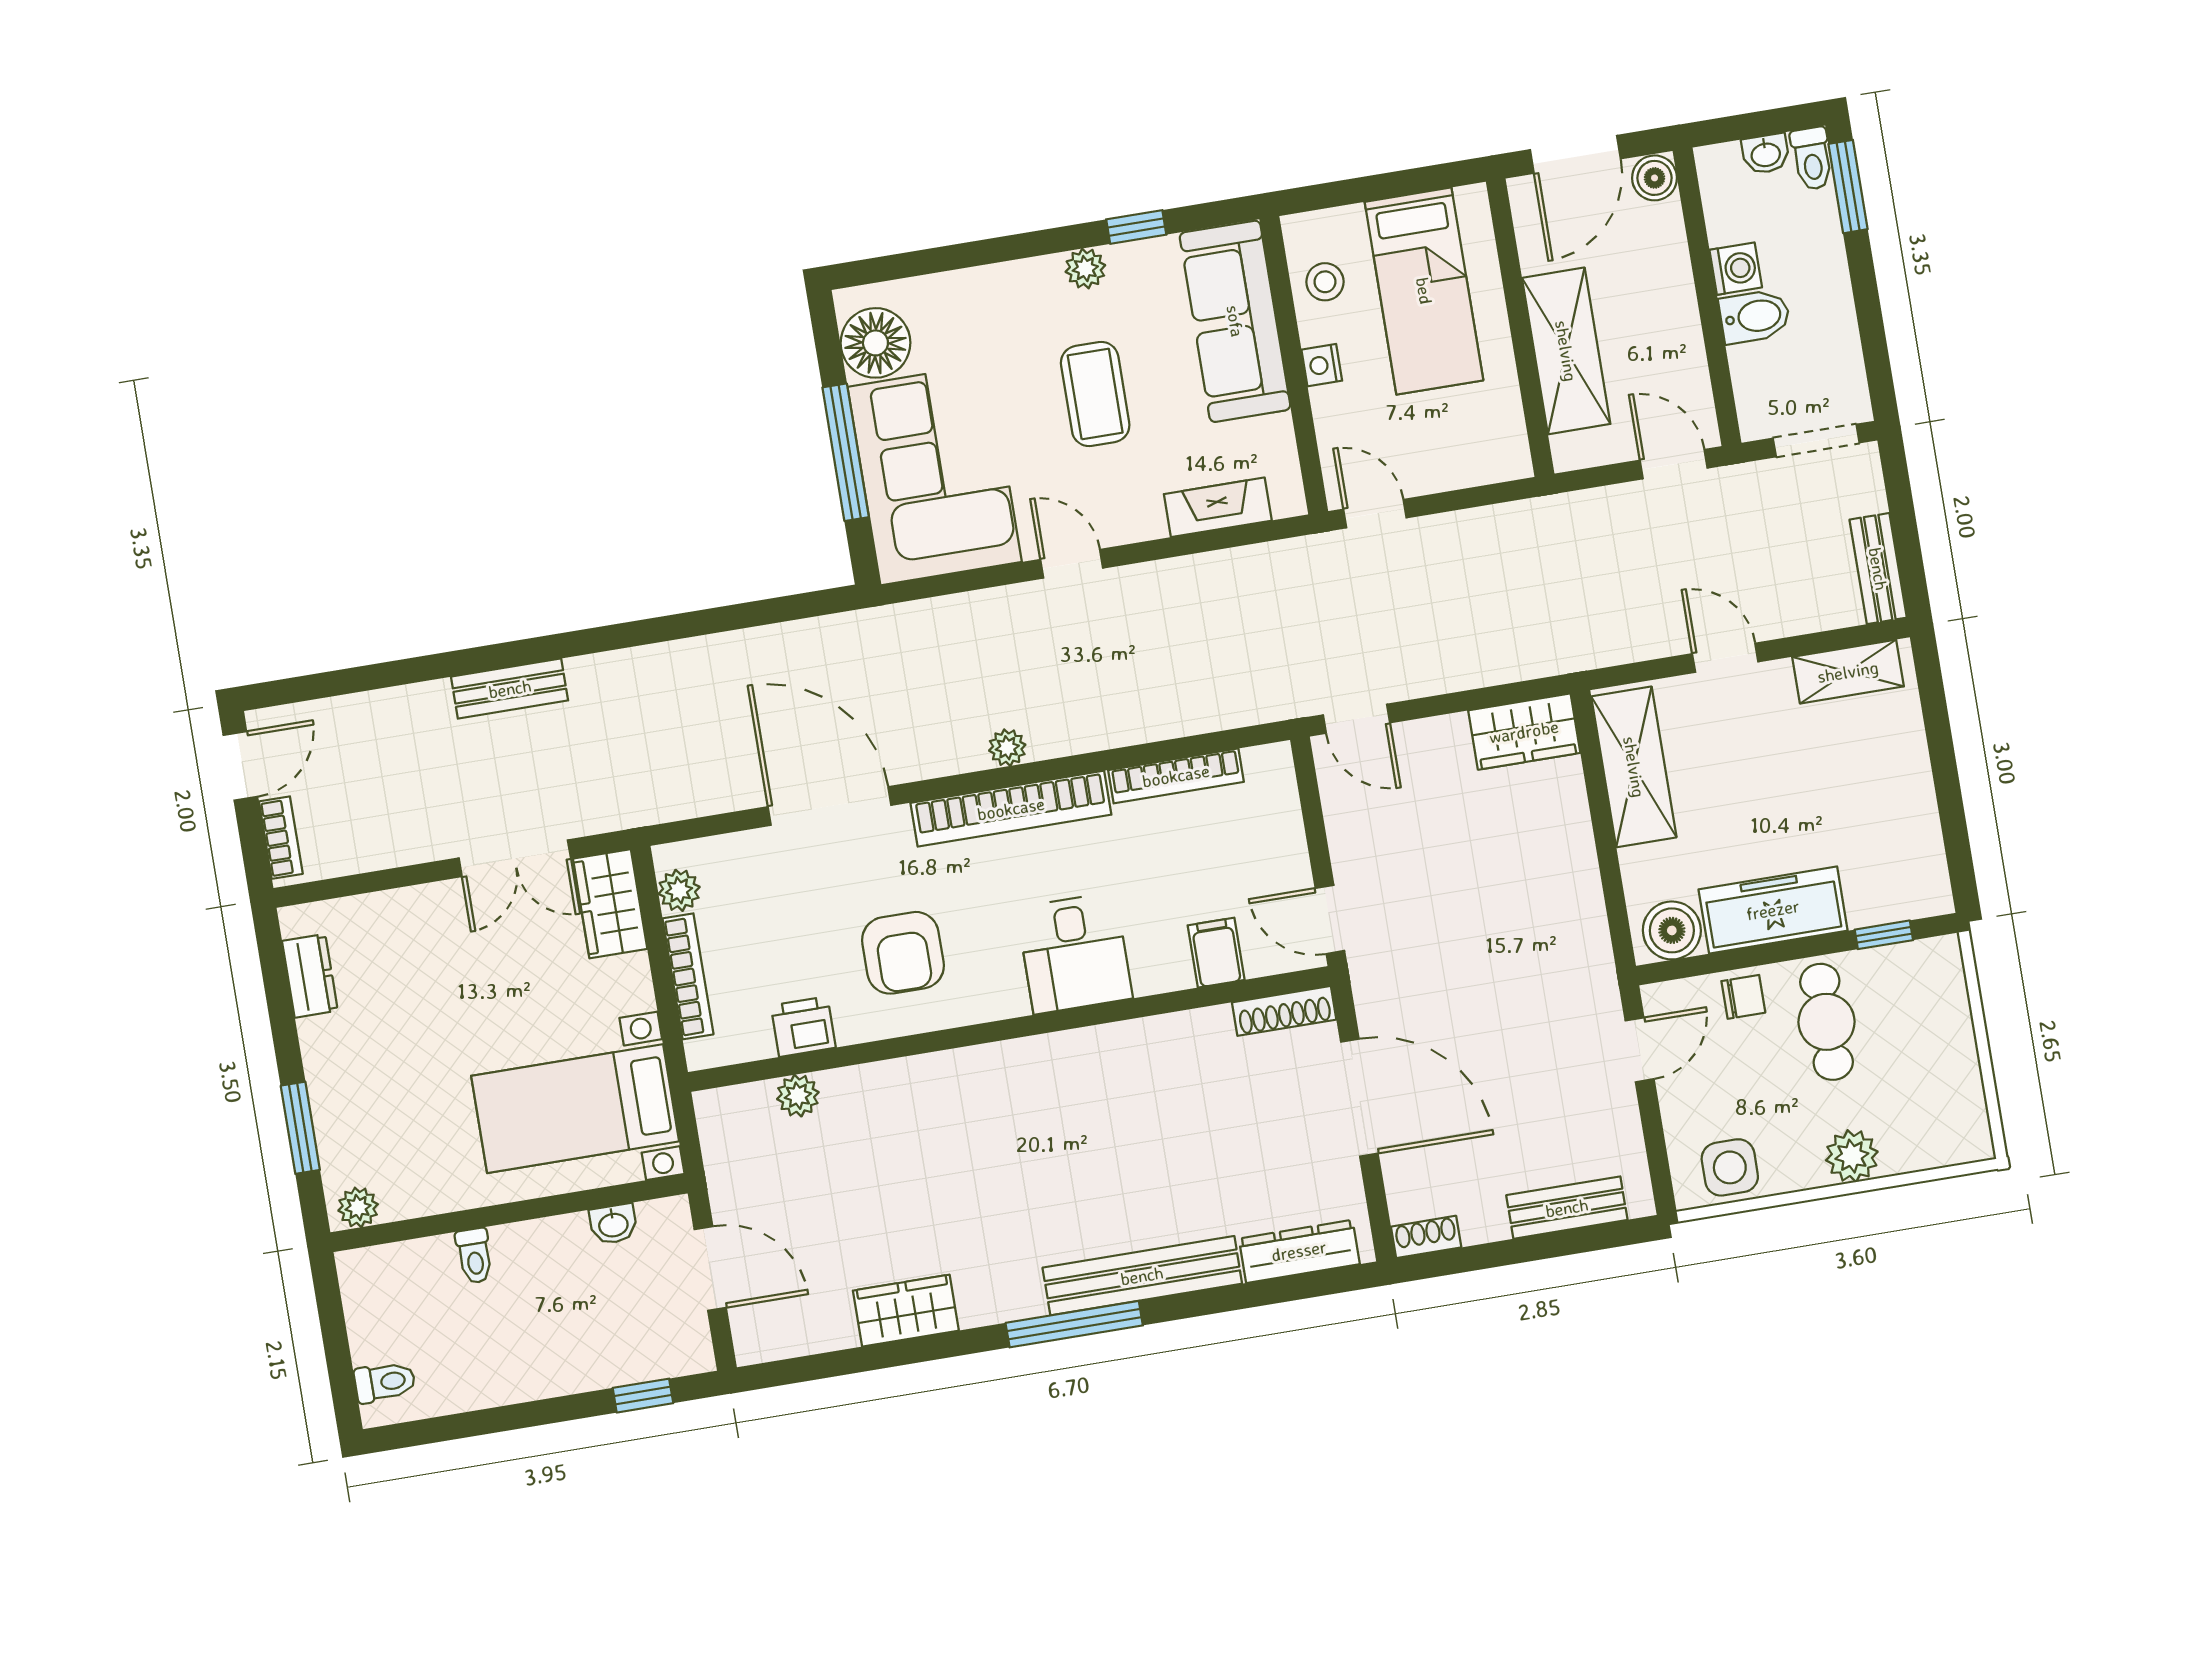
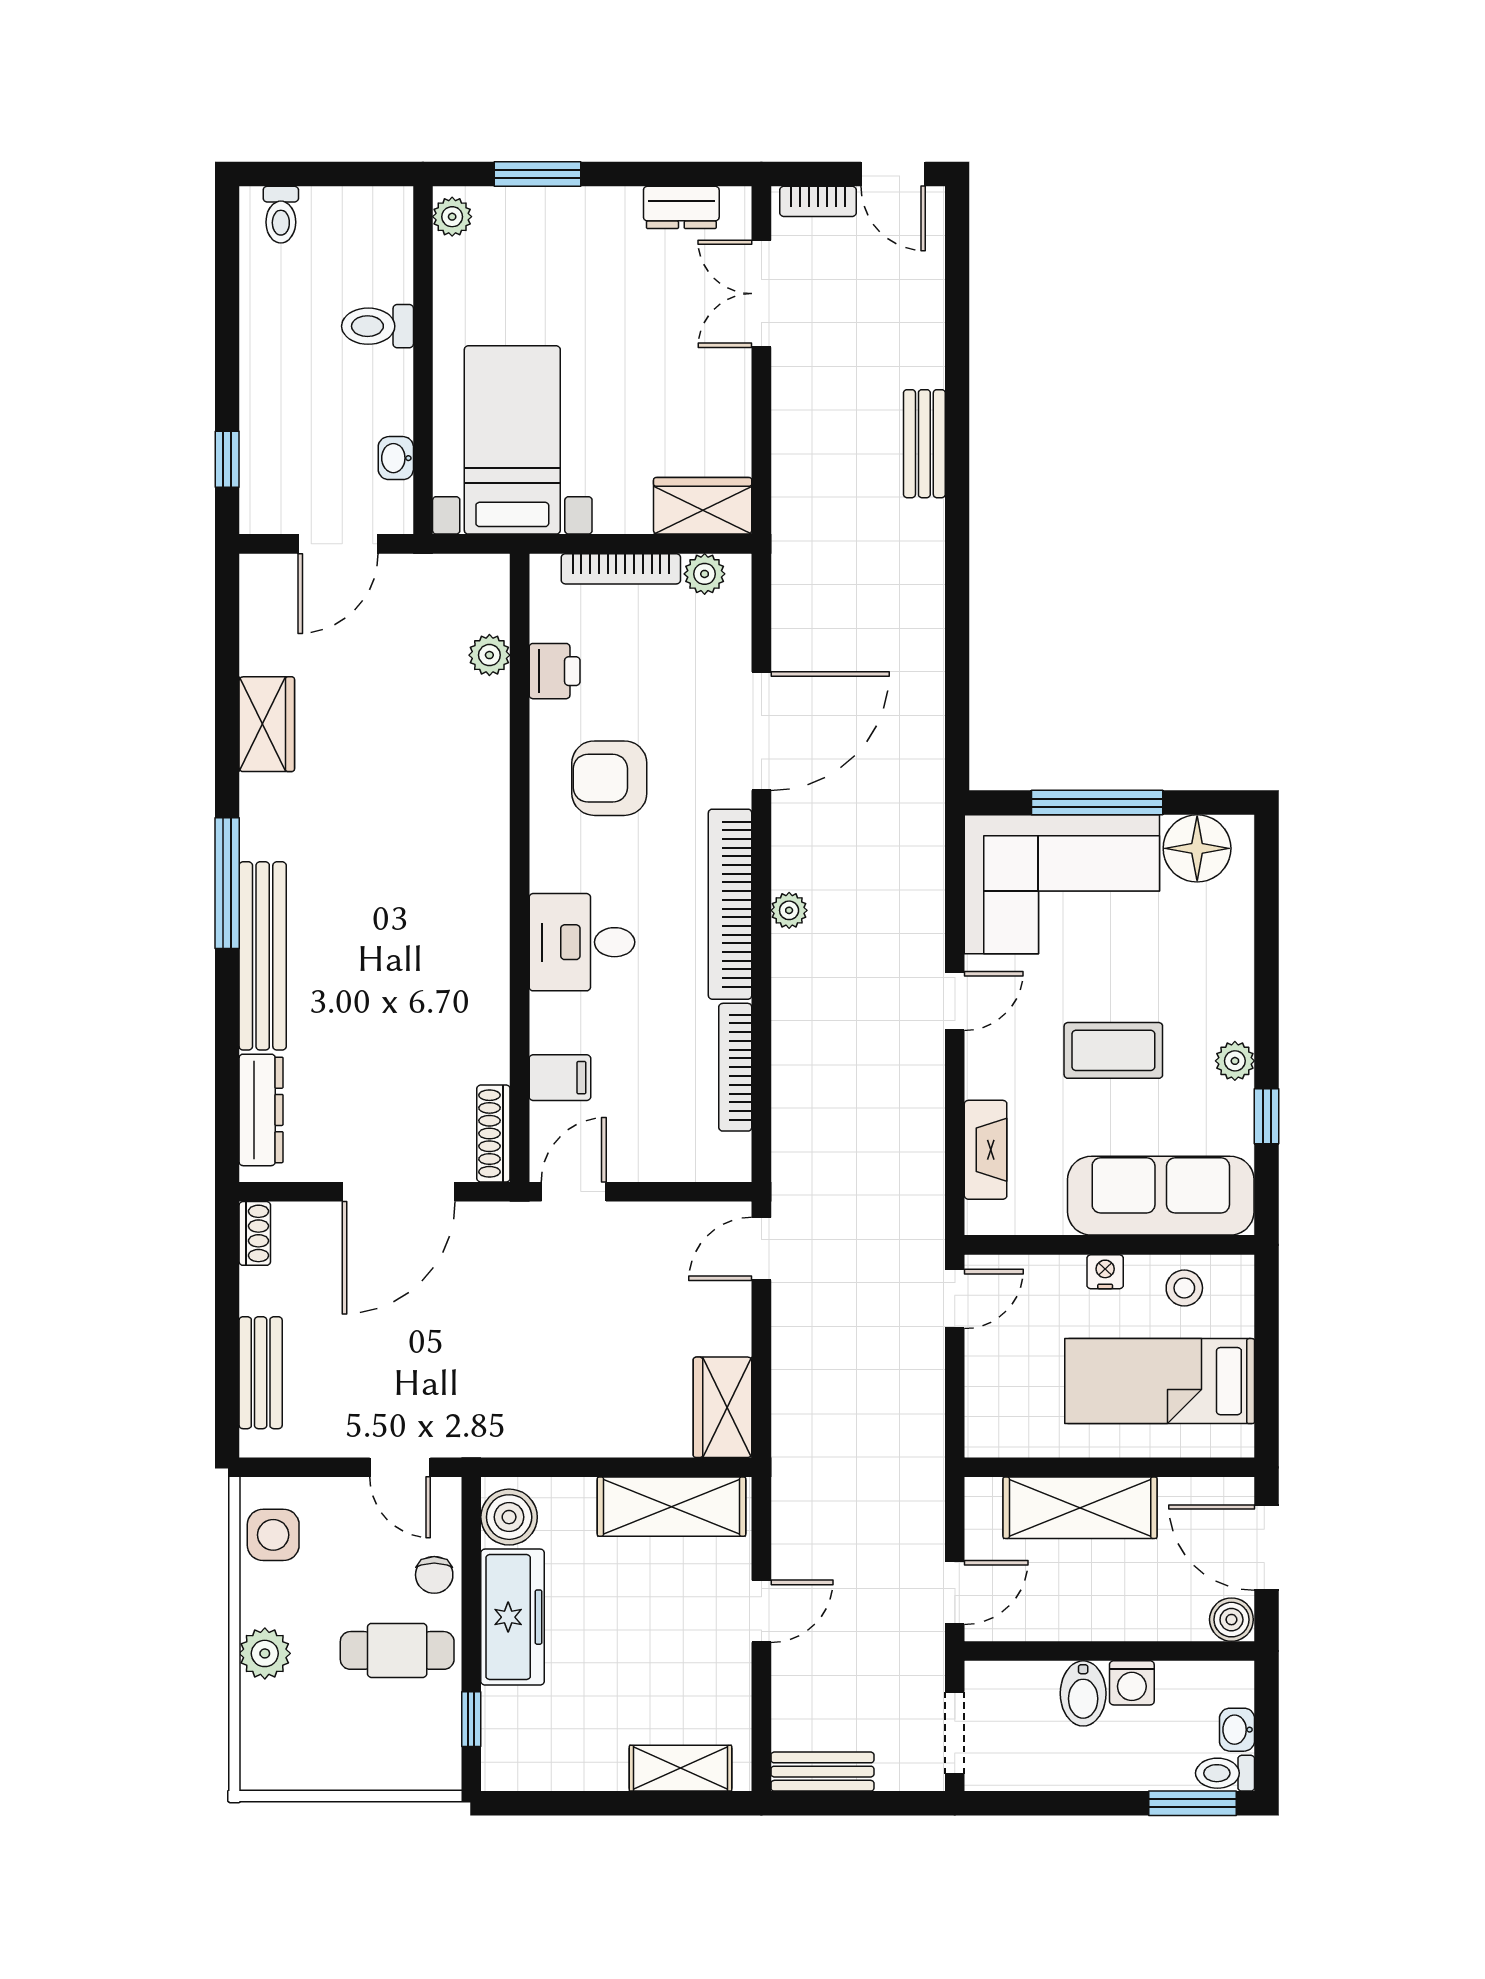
shelving: (1848, 672) -> (680, 1768), moved, turned 90
double door: (515, 858) -> (761, 294), moved
toilet: (474, 1256) -> (377, 326), width x1.37, depth x1.39

